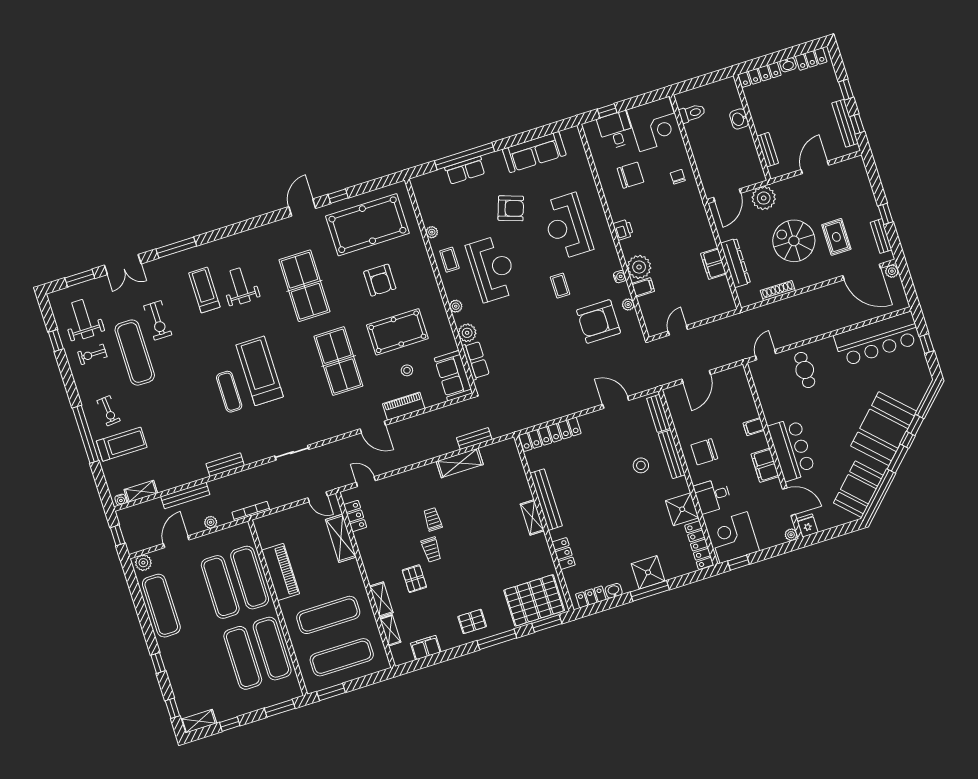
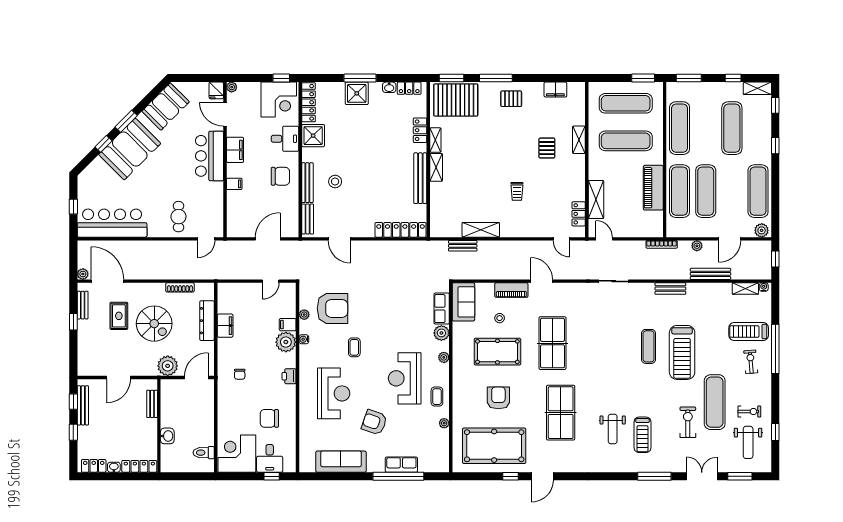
chair: (678, 177) -> (240, 374), moved
treadmill: (260, 371) -> (682, 352), moved
trolley: (431, 550) -> (526, 167), removed
shelving: (390, 630) -> (435, 140), moved
exercise mat: (243, 658) -> (732, 128), moved

